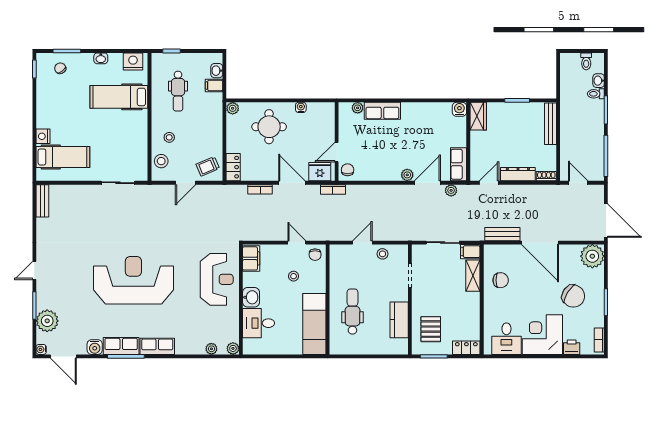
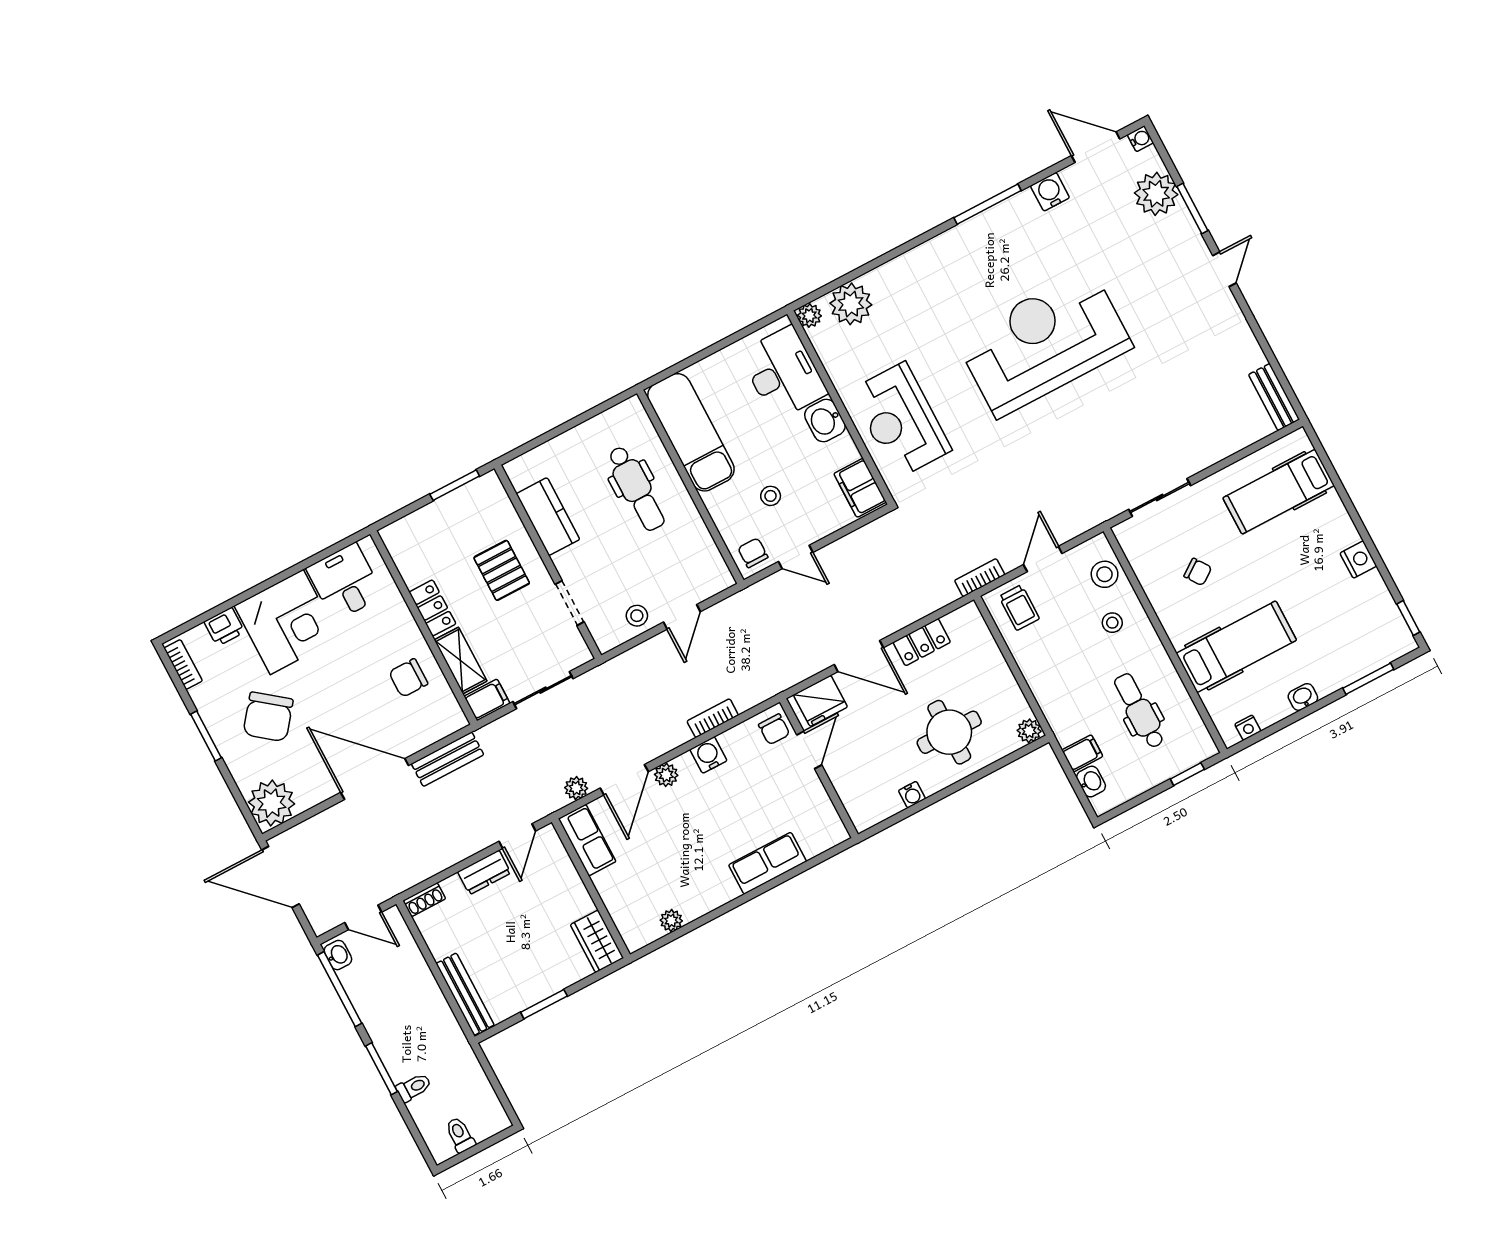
nightstand: (133, 62) -> (1248, 728), width x0.53, depth x0.56
chair: (60, 68) -> (1198, 572), moved
washbasin: (599, 81) -> (338, 955), moved
plant: (358, 108) -> (671, 921), moved
water cooler: (459, 109) -> (708, 755), moved, turned 180
nightstand: (43, 136) -> (1358, 560), moved
trolley: (208, 166) -> (1019, 608), turned 113
locker: (233, 167) -> (922, 642), moved, turned -90
dresser: (518, 174) -> (484, 872), width x0.70
bookcase: (260, 189) -> (980, 578), moved
bookcase: (333, 189) -> (713, 718), moved
reception desk: (133, 280) -> (1044, 343), turned 180
chair: (573, 296) -> (268, 717), turned -84
desk: (259, 323) -> (783, 373), width x1.37
pallet: (431, 329) -> (502, 570), moved
row of seats: (121, 346) -> (1005, 218), removed
row of seats: (157, 346) -> (942, 250), removed
locker: (466, 348) -> (432, 608), moved, turned -90
plant: (211, 349) -> (851, 304), width x1.88, depth x1.88

